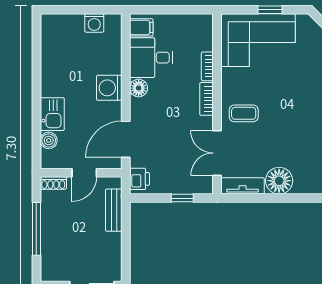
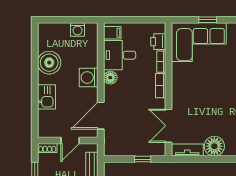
coffee table: (244, 113) -> (188, 96), removed
boiler: (49, 140) -> (49, 63), moved, width x1.86, depth x1.86
printer: (139, 179) -> (158, 42), moved, turned 180

